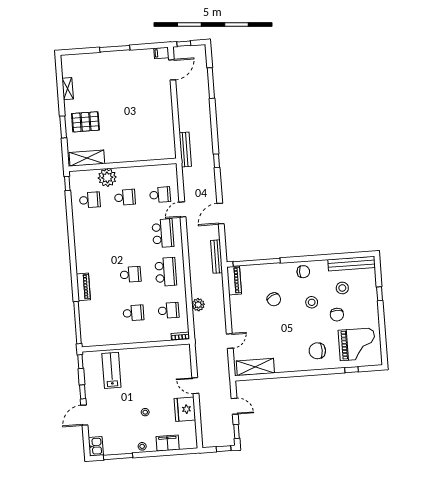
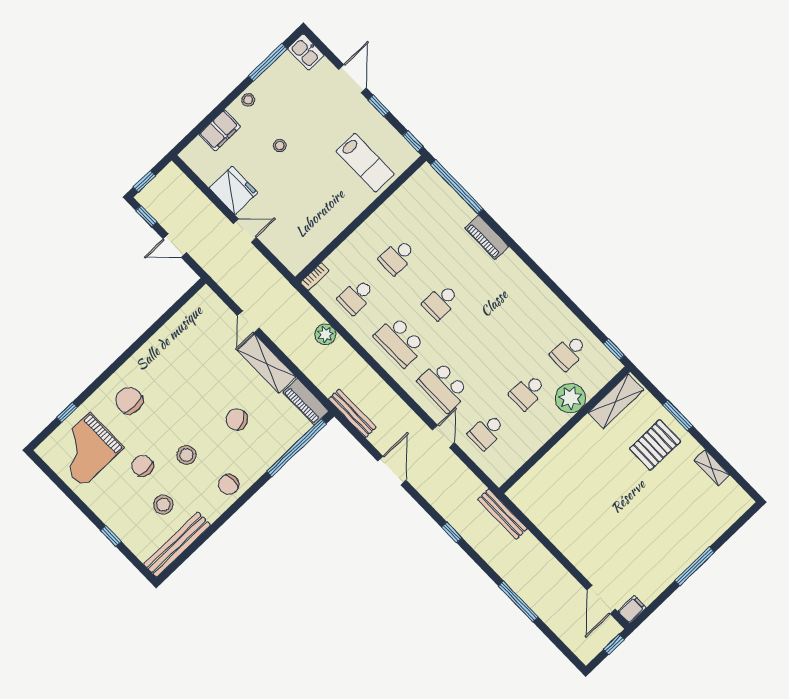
window: (211, 83) -> (518, 602), moved
chair: (317, 351) -> (129, 400), turned -90
shelving: (255, 367) -> (267, 364), moved, turned 90

